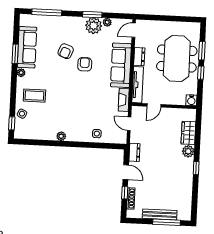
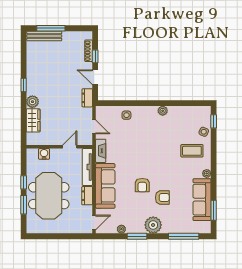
plant: (94, 26) -> (153, 225), moved
armchair: (66, 51) -> (162, 198), turned 69
window: (15, 54) -> (214, 210), moved
water cooler: (191, 100) -> (44, 154), moved
bench: (160, 214) -> (44, 36), moved

